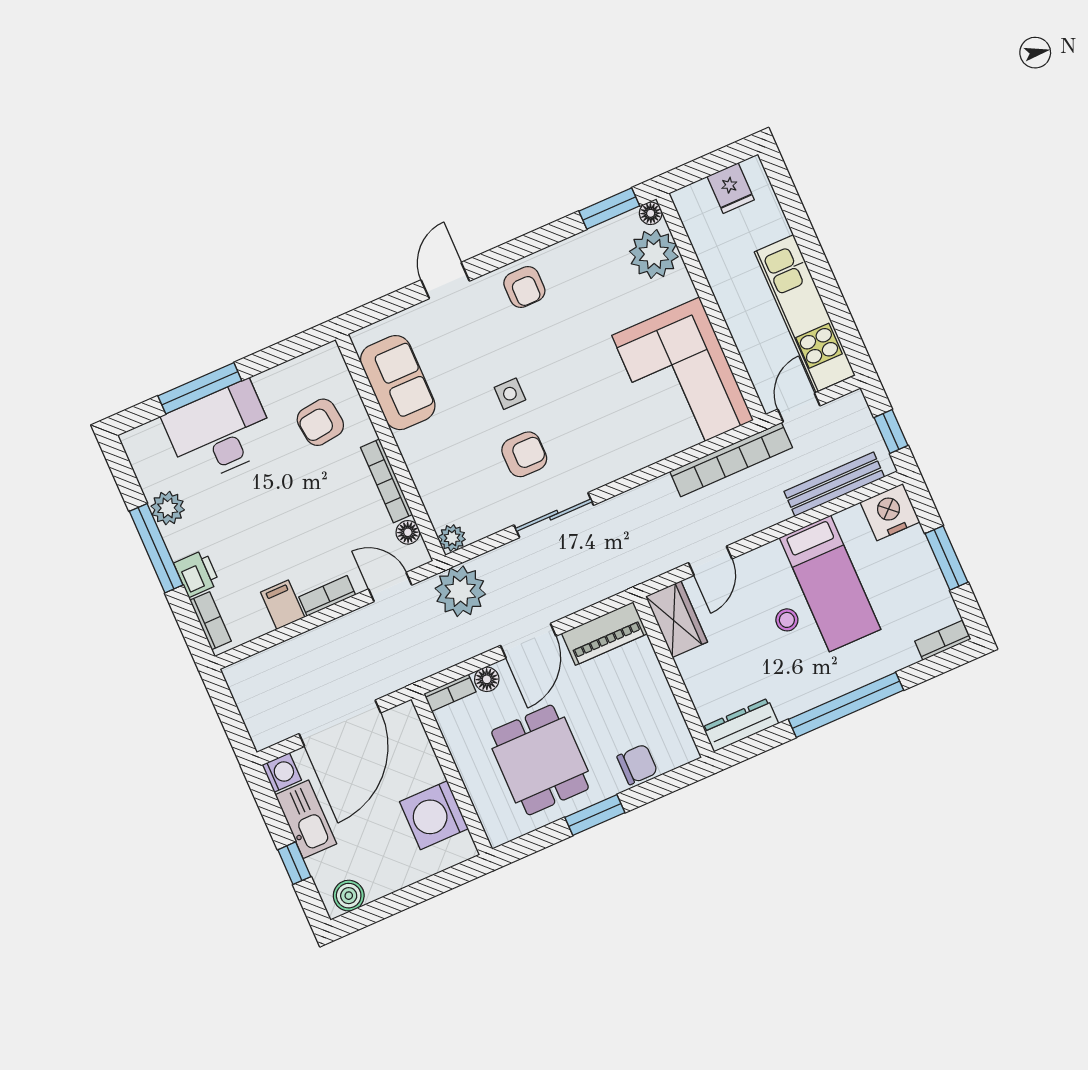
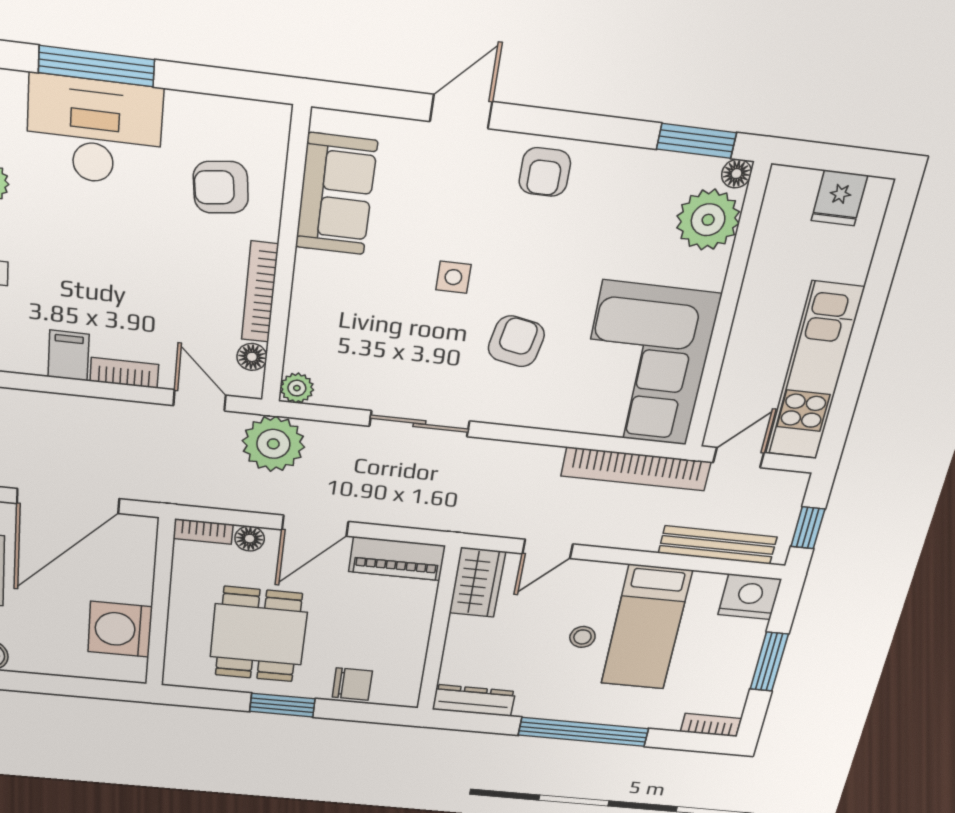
armchair: (524, 454) -> (516, 341), moved, turned -79

